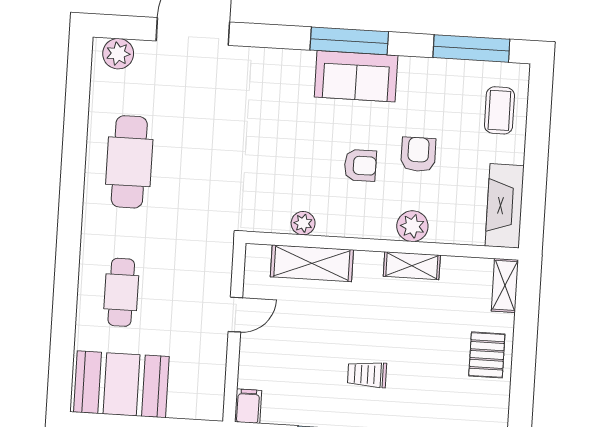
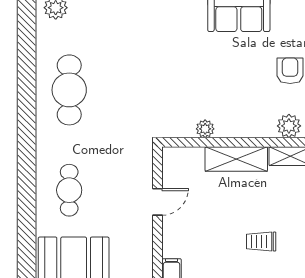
armchair: (360, 165) -> (246, 82), removed
shelving: (312, 263) -> (236, 159), moved

